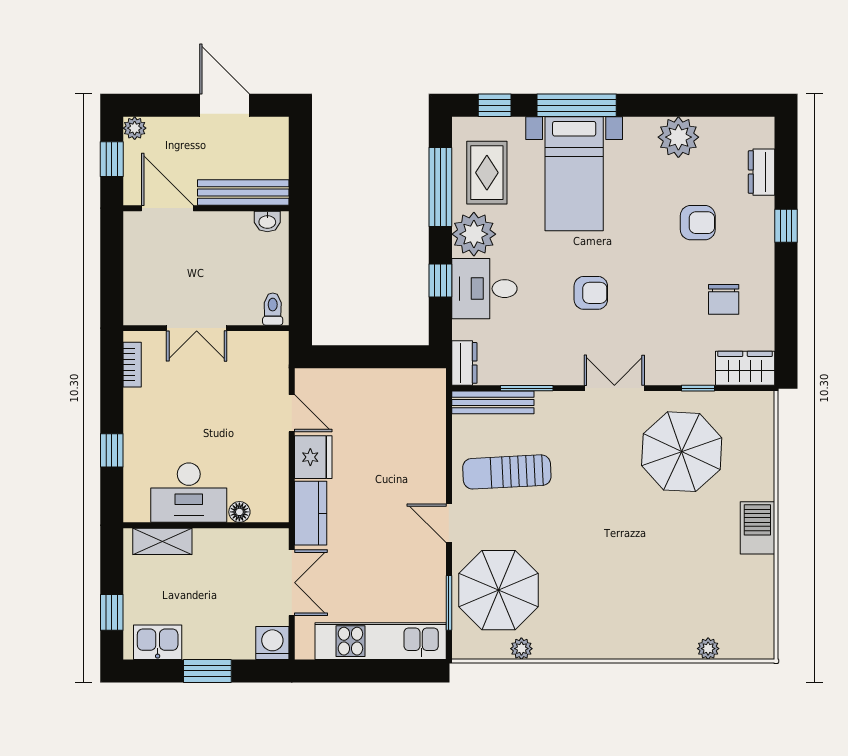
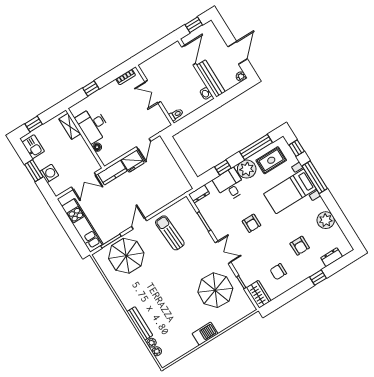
plant: (135, 128) -> (241, 77), moved
bench: (493, 402) -> (140, 323), moved
washing machine: (272, 643) -> (49, 173), moved
plant: (521, 649) -> (157, 351), moved

